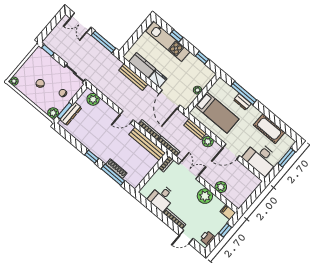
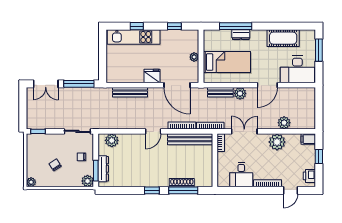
kitchen counter: (142, 65) -> (129, 76), removed

